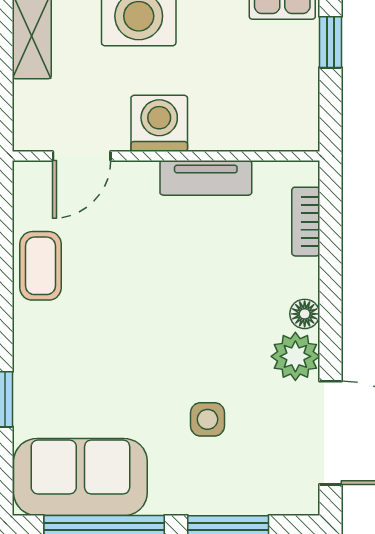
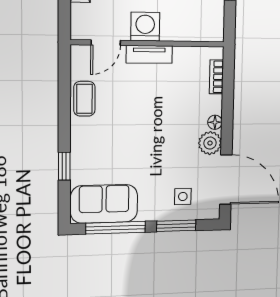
tv unit: (206, 178) -> (149, 54), moved
side table: (207, 419) -> (183, 196), moved

